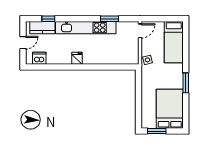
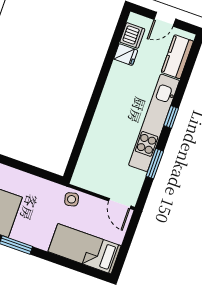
window: (48, 19) -> (171, 117), moved
door: (23, 43) -> (165, 19), hinge flipped
fridge: (77, 58) -> (126, 55), moved

